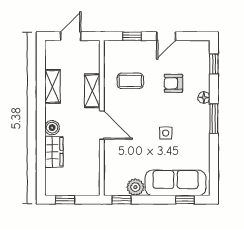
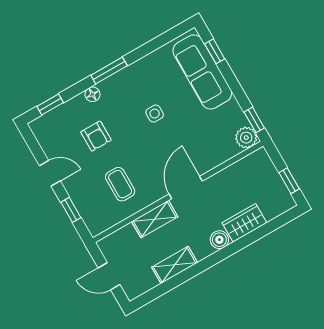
plant: (135, 187) -> (246, 138), moved

